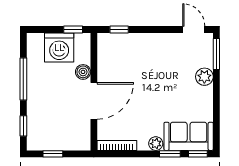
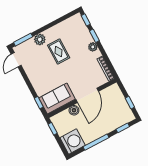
washing machine: (59, 47) -> (73, 142), moved
rug: (174, 94) -> (59, 52), added
door: (94, 101) -> (87, 95), swing flipped
sofa: (189, 136) -> (57, 99), moved, turned 90

